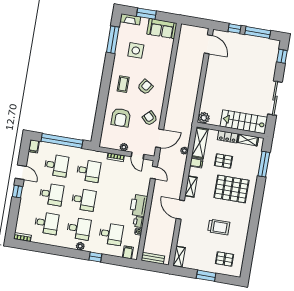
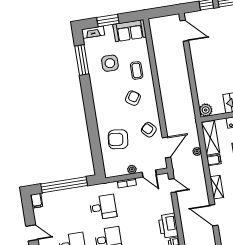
coffee table: (123, 84) -> (137, 70), moved
armchair: (121, 118) -> (118, 139), turned 97
desk: (56, 165) -> (67, 213), removed

